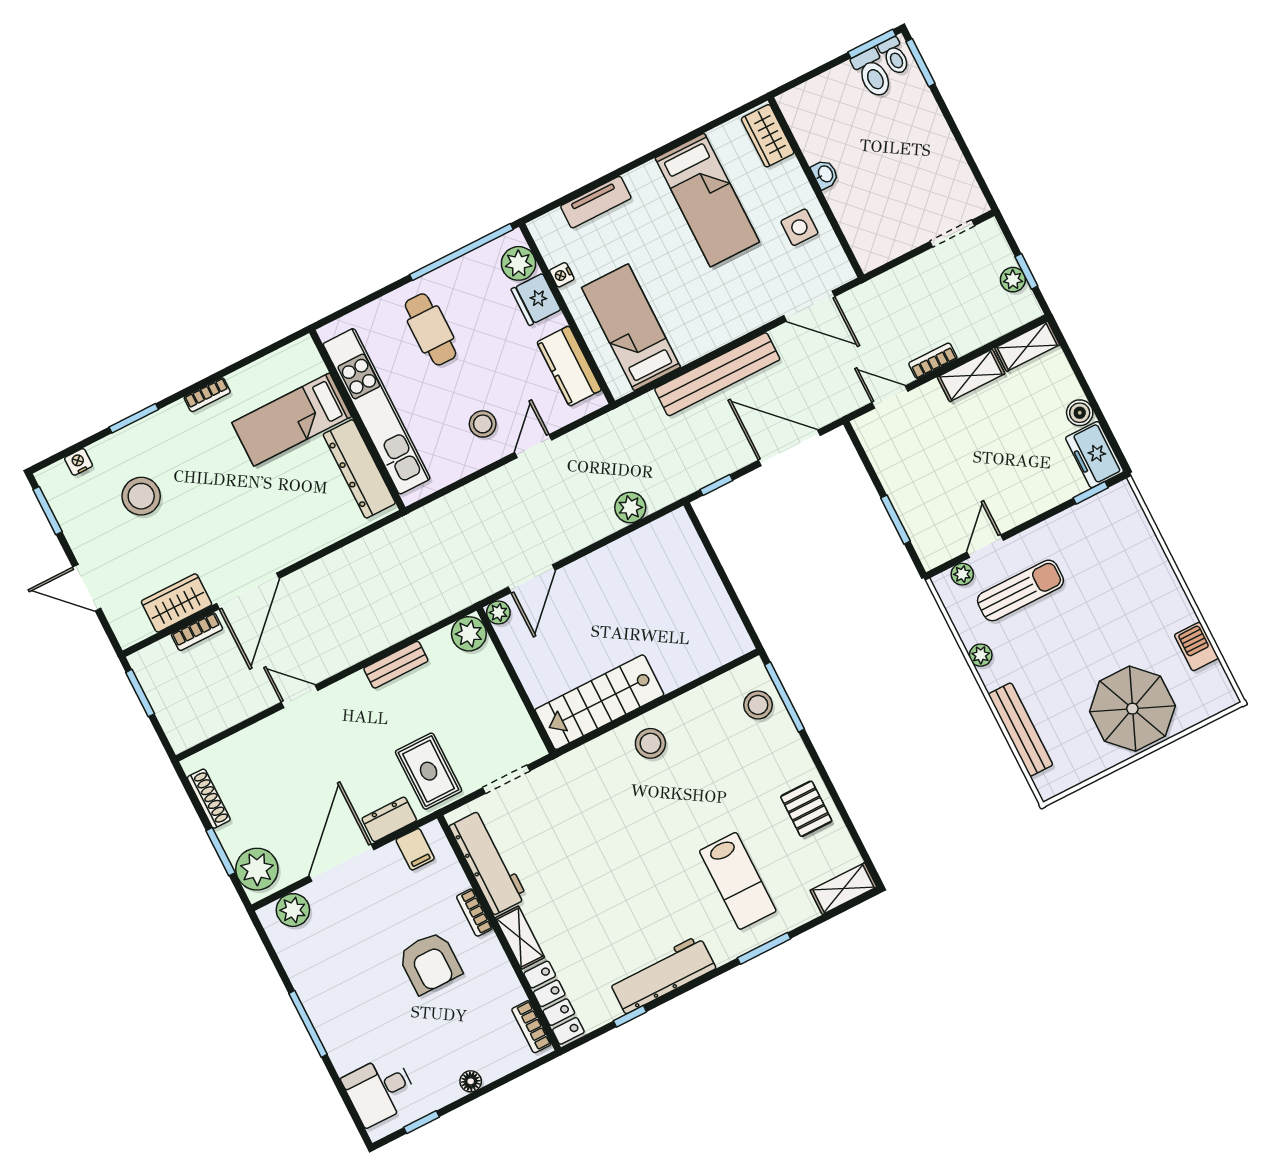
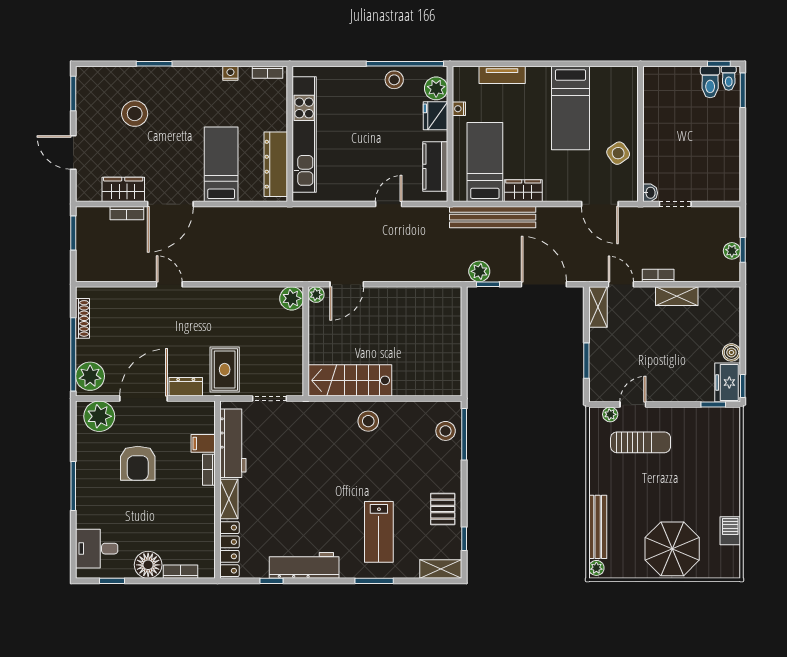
window: (872, 44) -> (719, 64), width x0.67
wardrobe: (768, 136) -> (523, 191), moved, turned 90
washbasin: (825, 174) -> (650, 193), moved
side table: (799, 227) -> (618, 153), turned -35
doorway: (952, 233) -> (675, 204), moved
cafe table: (430, 329) -> (362, 101), removed
shelving: (1027, 346) -> (598, 307), moved, turned 90
bench: (717, 374) -> (493, 217), moved
bookcase: (207, 395) -> (268, 72), moved
bed: (292, 419) -> (221, 164), moved, turned 90
stool: (483, 424) -> (394, 80), moved
window: (1117, 449) -> (743, 386), added
nightstand: (78, 462) -> (230, 73), moved
plant: (630, 508) -> (479, 271), moved
plant: (981, 655) -> (596, 568), moved
bench: (396, 665) -> (238, 295), removed
window: (854, 834) -> (464, 539), added
filing cabinet: (415, 849) -> (203, 443), moved, turned 90
window: (221, 852) -> (73, 354), width x2.11
plant: (293, 910) -> (99, 416), width x1.36, depth x1.36
armchair: (430, 963) -> (138, 463), moved
bookcase: (531, 1027) -> (181, 572), moved, turned 90
floor lamp: (471, 1081) -> (148, 565), width x1.89, depth x1.89

